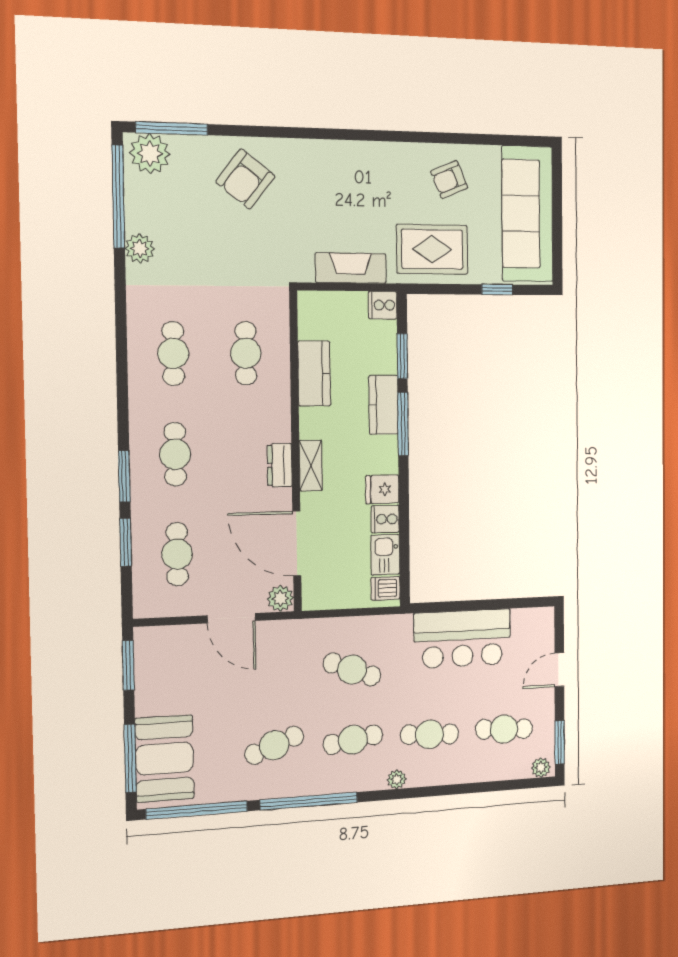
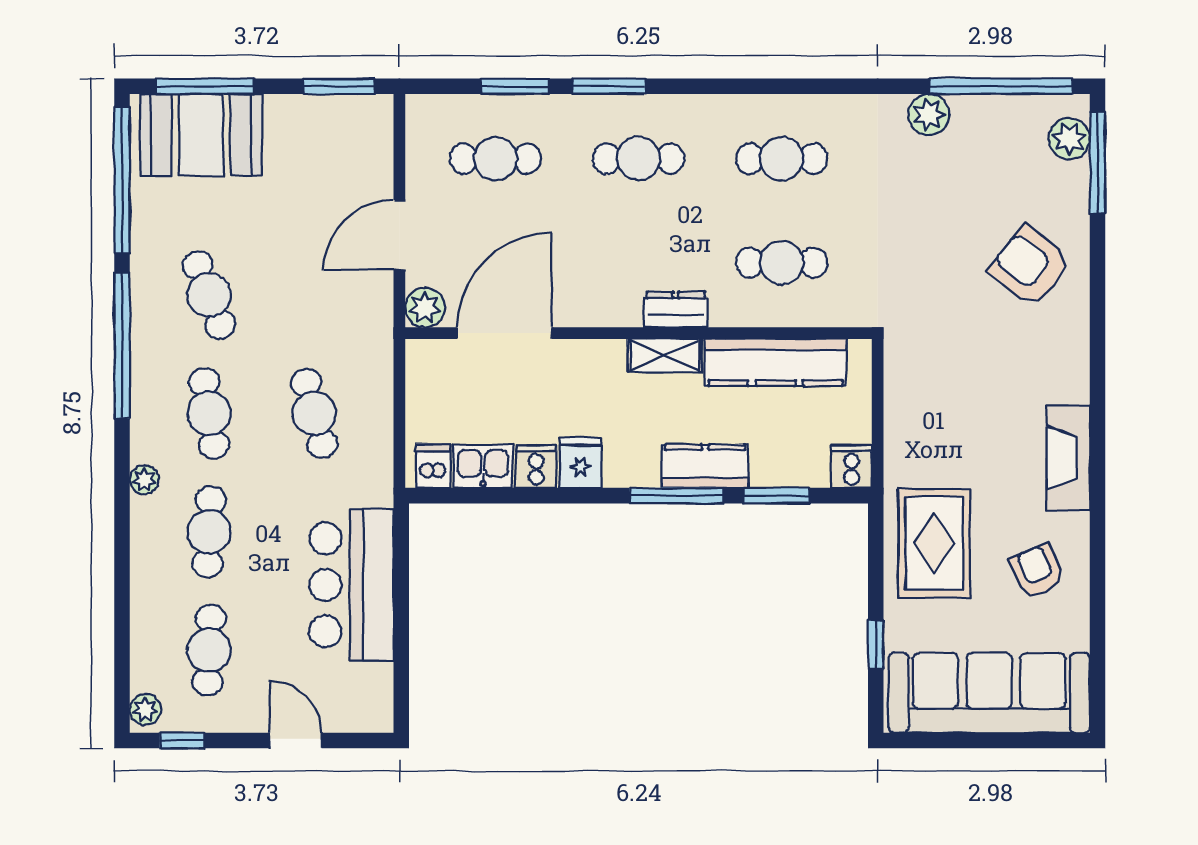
plant: (150, 154) -> (1069, 139), width x0.73, depth x0.73
fireplace: (351, 268) -> (1068, 458), moved, turned 180
kitchen counter: (314, 373) -> (776, 362), width x1.50
dresser: (280, 465) -> (676, 309), moved
shelving: (311, 466) -> (665, 355), moved
cafe table: (352, 670) -> (314, 413), turned -36
window: (560, 742) -> (182, 740), width x0.67

